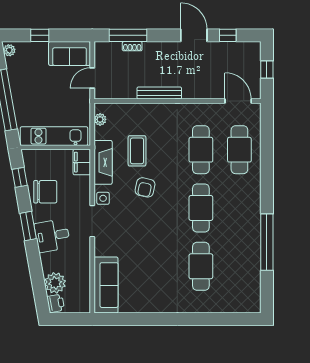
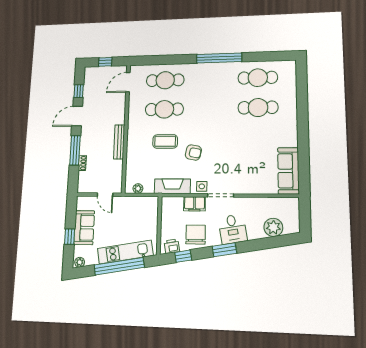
window: (128, 35) -> (75, 150), moved
sofa: (70, 54) -> (84, 228), moved
kitchen unit: (54, 136) -> (125, 252), moved, turned 80
coffee table: (137, 151) -> (165, 141), moved
filing cabinet: (82, 162) -> (194, 204), moved
cafe table: (201, 208) -> (258, 78), moved
window: (267, 242) -> (219, 58), moved
sofa: (106, 285) -> (288, 171), moved, turned -90
printer: (56, 303) -> (172, 246), moved

